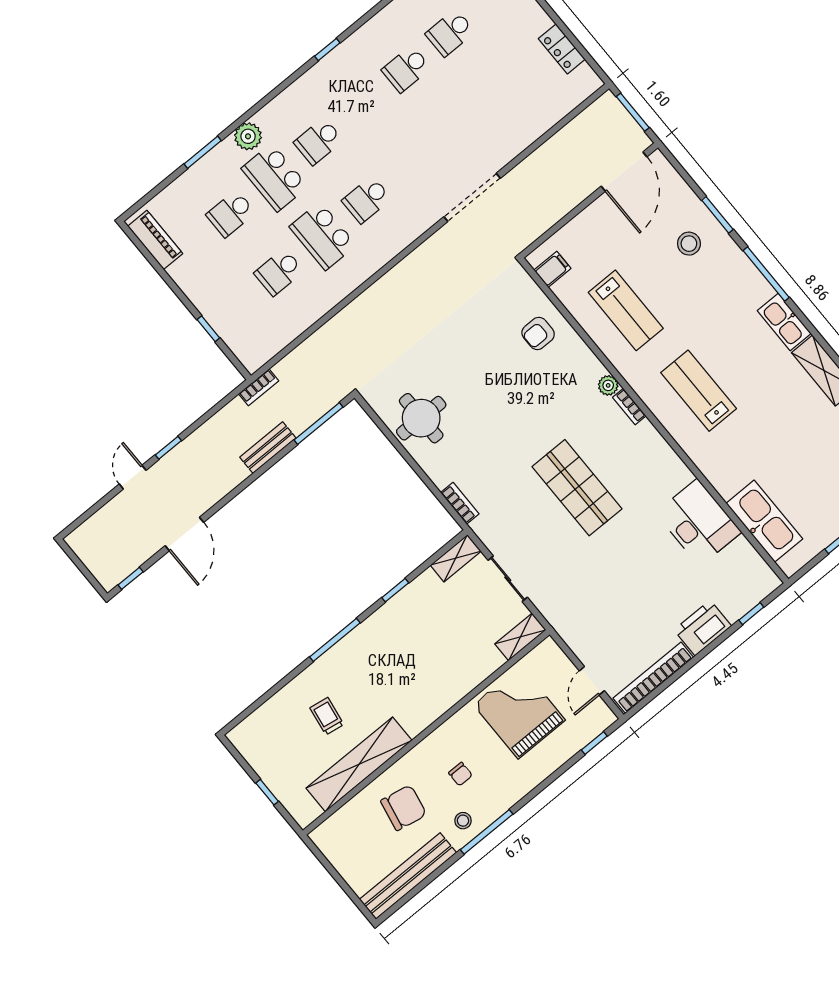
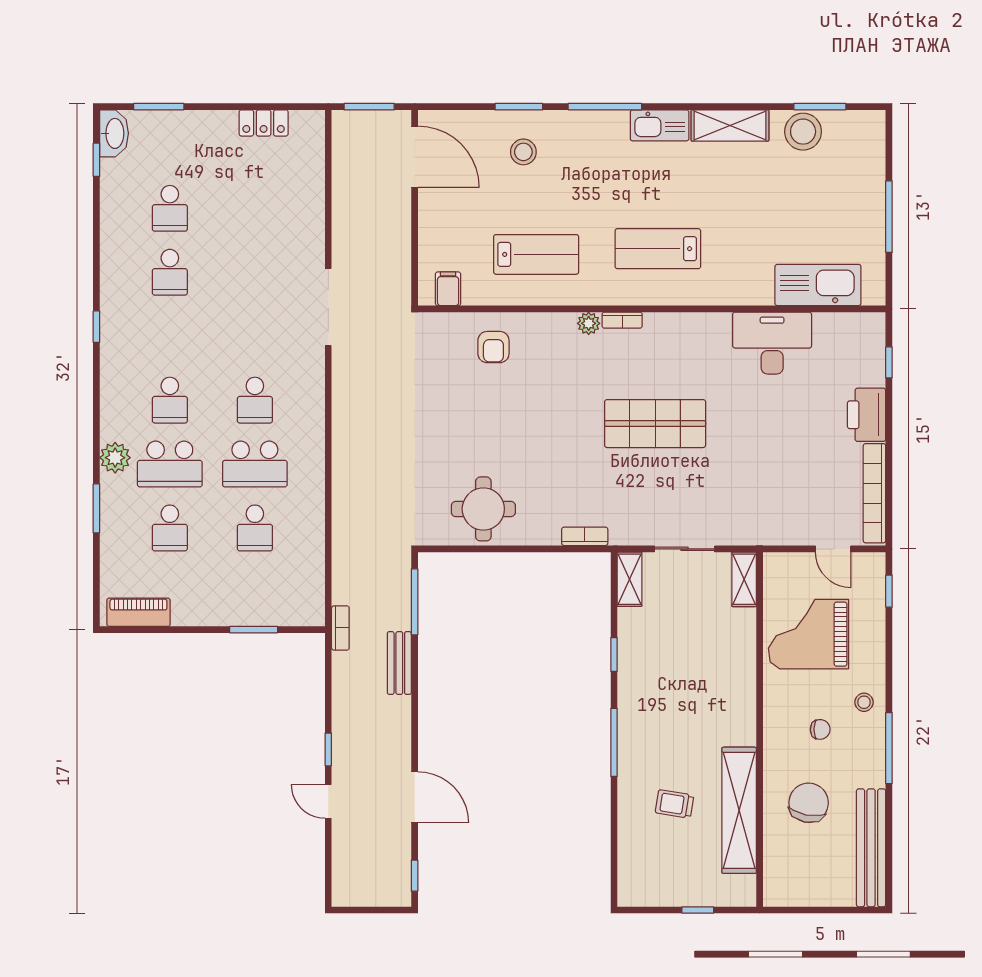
window: (208, 329) -> (254, 630), width x1.50
stool: (463, 821) -> (864, 702), moved

